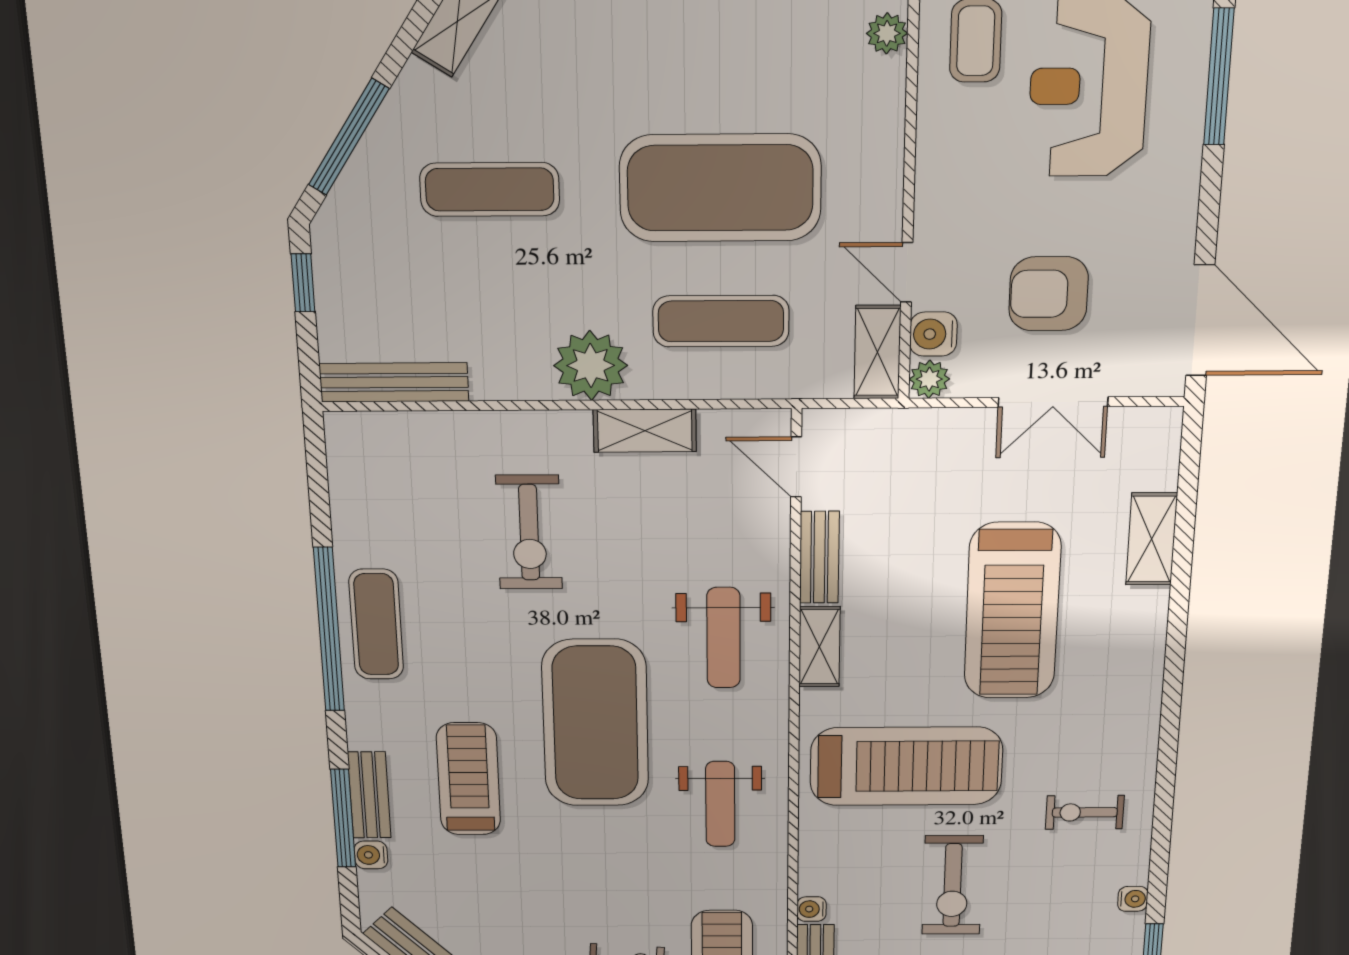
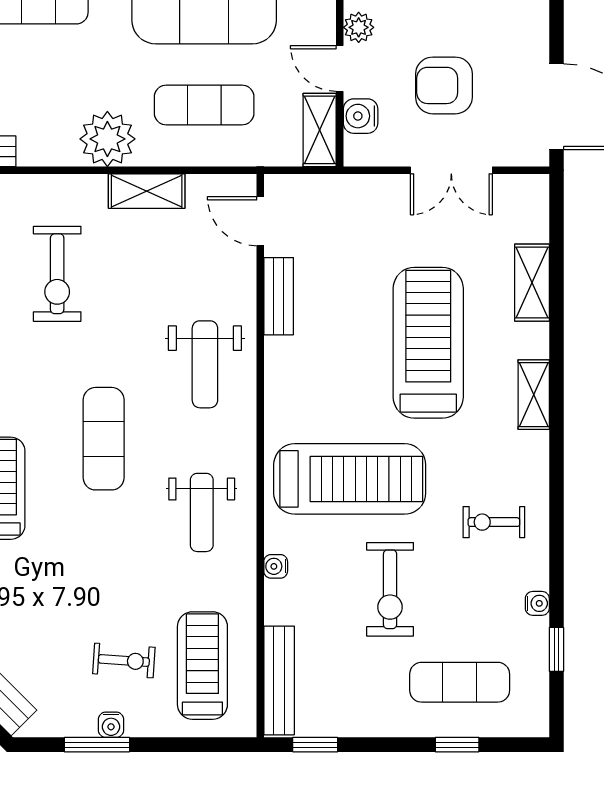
plant: (929, 379) -> (359, 27), moved
treadmill: (1012, 611) -> (428, 343), turned 180
shelving: (819, 647) -> (534, 395), moved
exercise mat: (595, 723) -> (104, 439), width x0.50, depth x0.69
water cooler: (812, 909) -> (276, 566), moved

